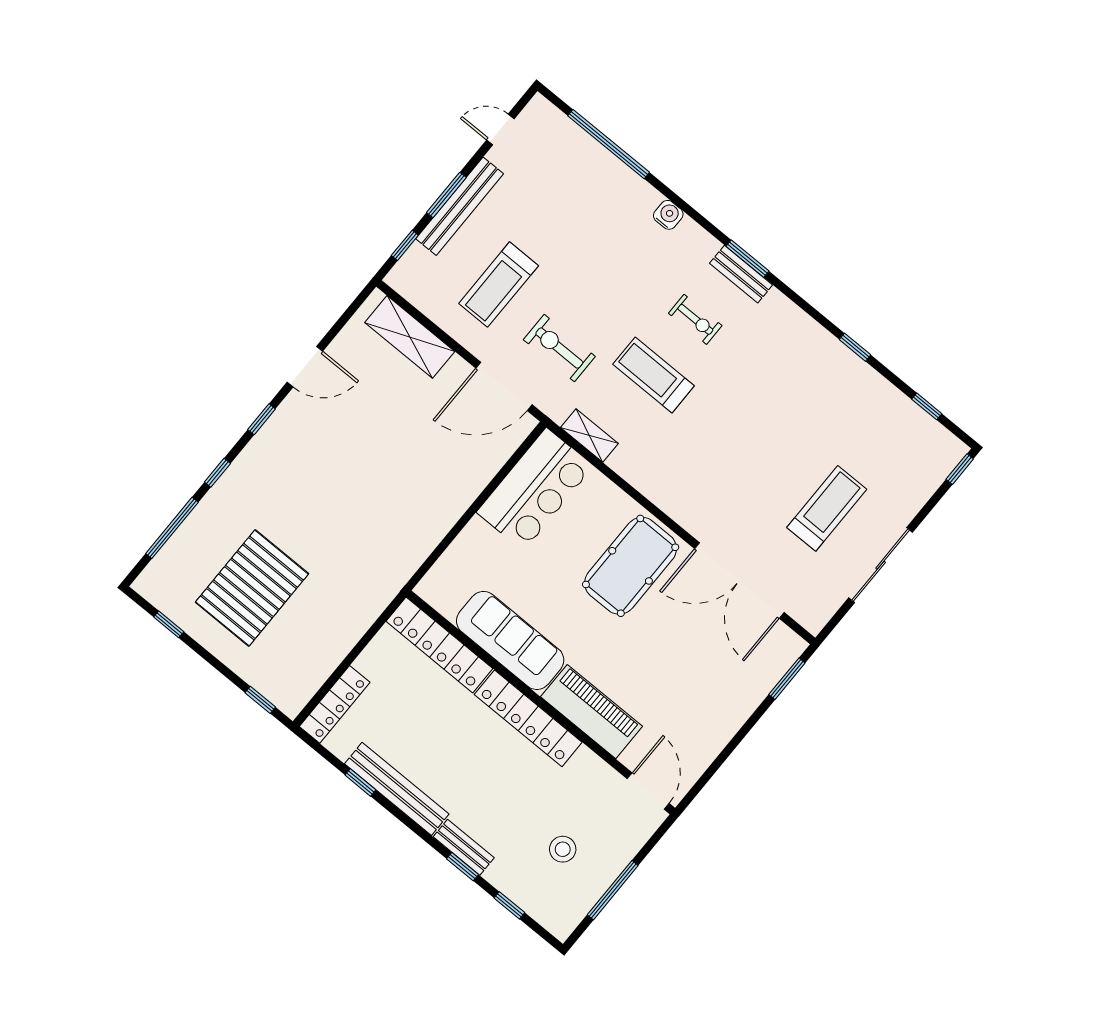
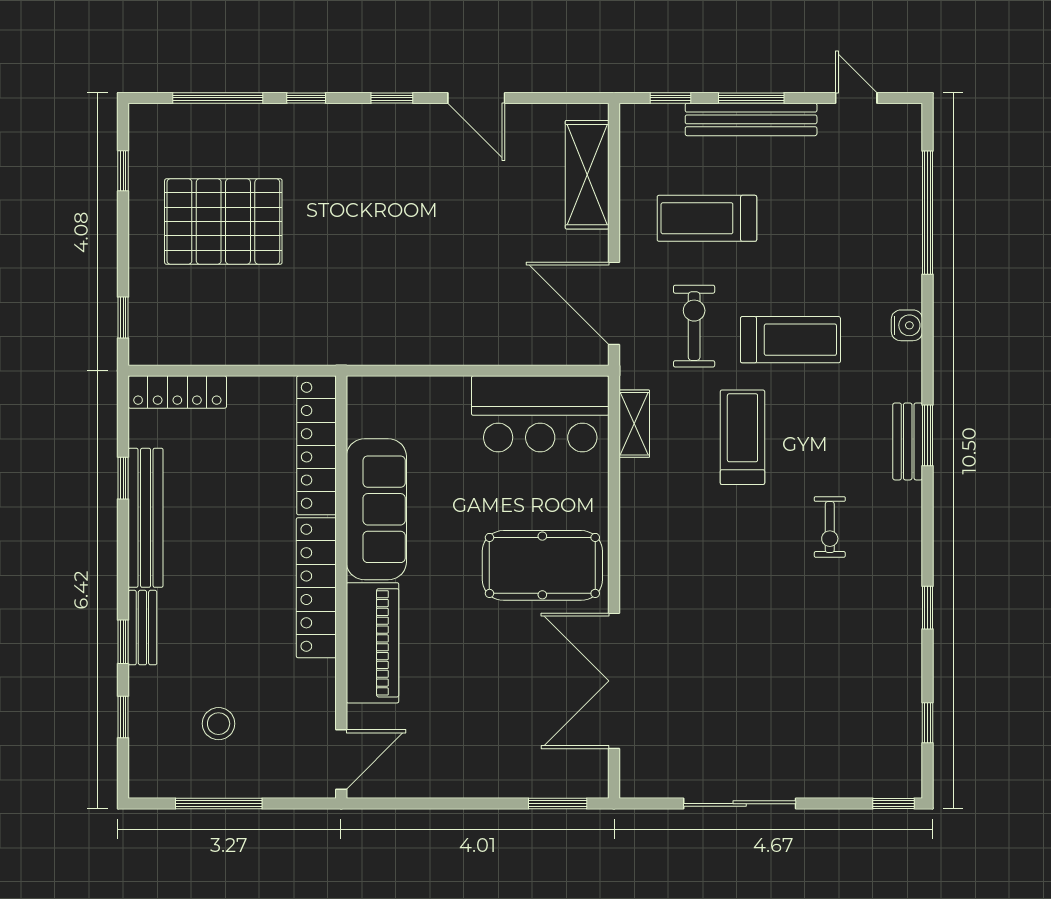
exercise bike: (695, 319) -> (830, 527), moved
treadmill: (827, 508) -> (790, 340), moved

